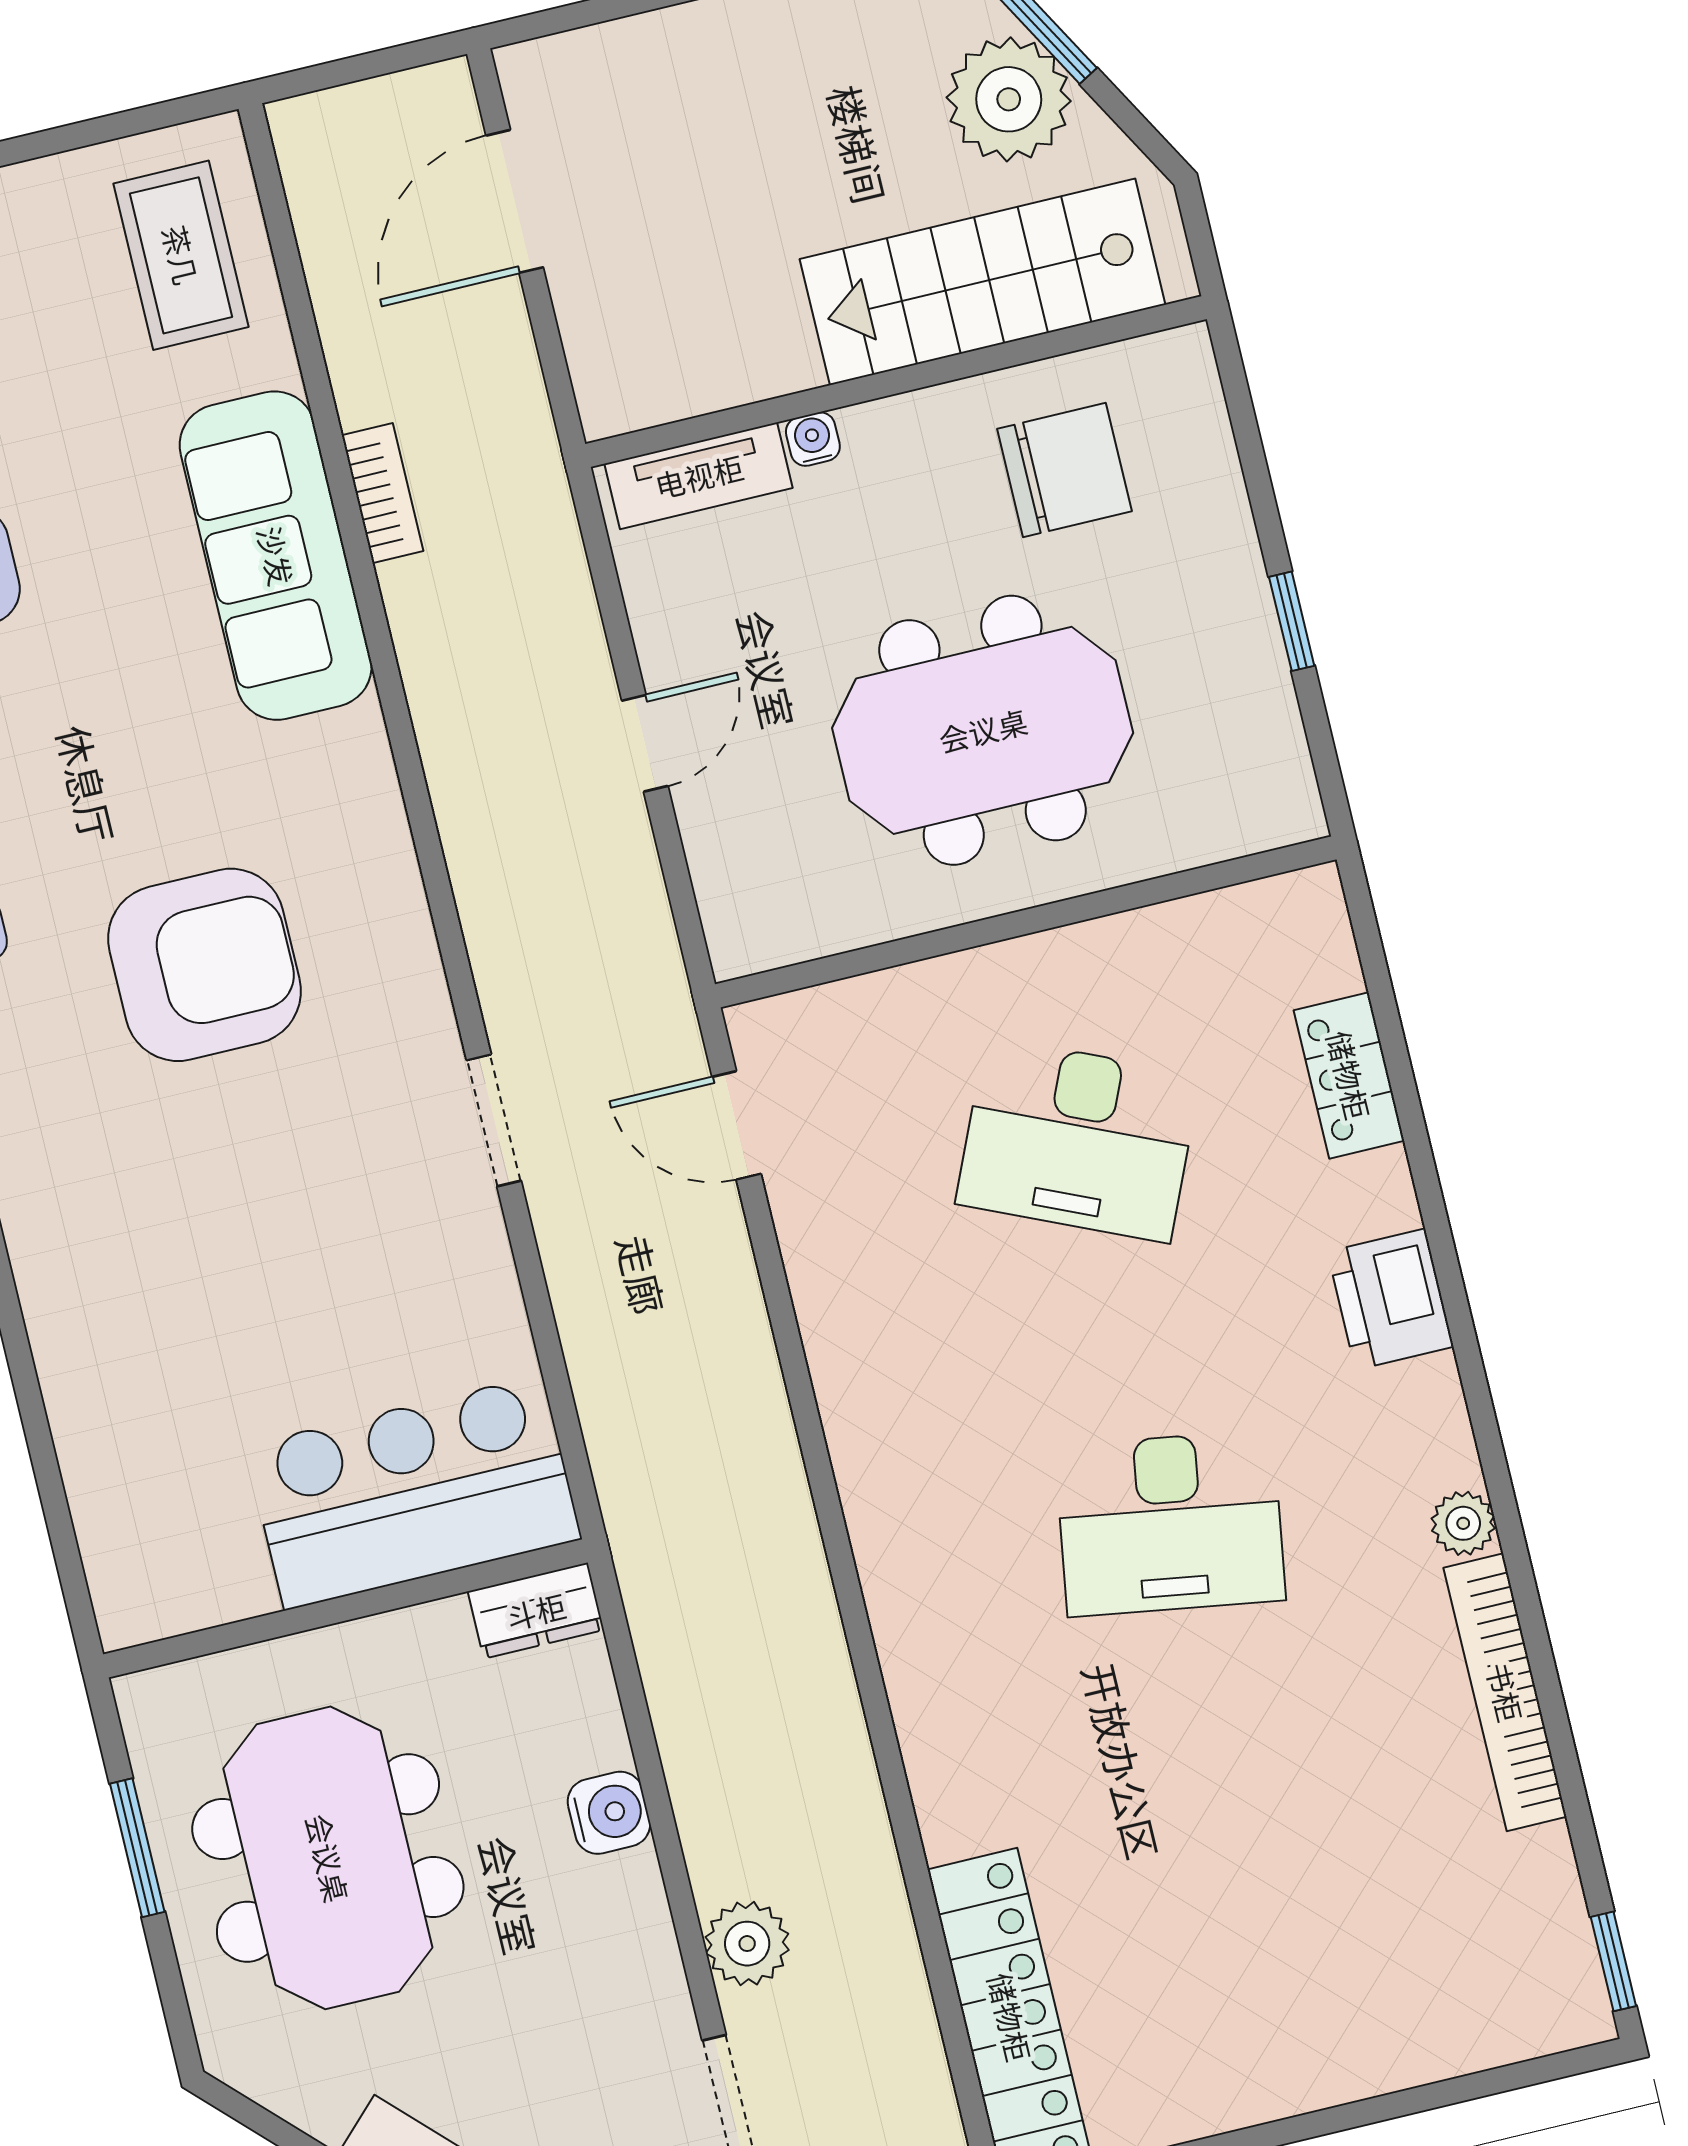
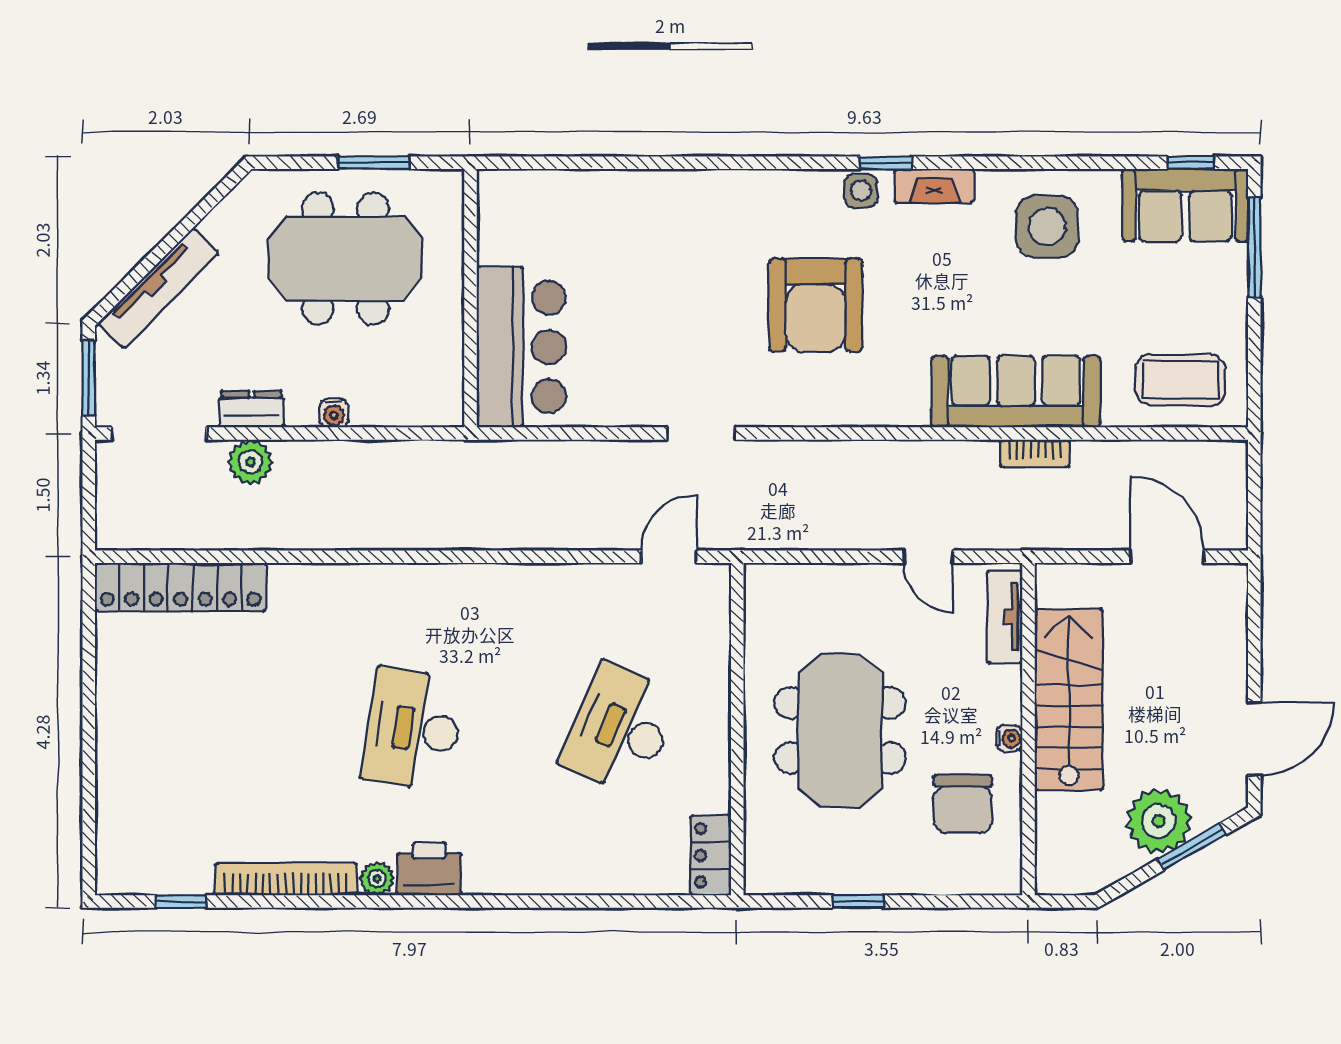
stairs: (983, 282) -> (1069, 699), moved
water cooler: (813, 439) -> (1009, 738), moved
door: (645, 743) -> (929, 557), moved
locker: (1349, 1075) -> (711, 855), moved, turned -90
printer: (1390, 1299) -> (429, 869), moved
dresser: (536, 1611) -> (252, 409), moved, turned 90
water cooler: (609, 1813) -> (334, 413), width x0.72, depth x0.72
window: (1613, 1961) -> (181, 901), moved

